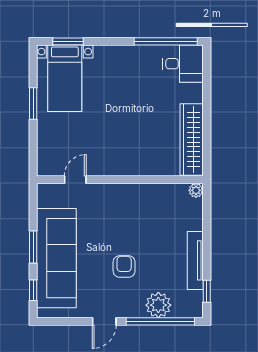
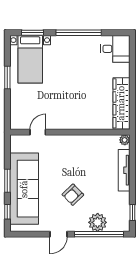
window: (166, 41) -> (79, 33), moved
tv unit: (195, 260) -> (124, 170), moved
armchair: (124, 267) -> (73, 195), turned -134

